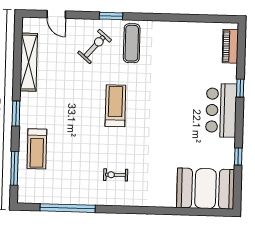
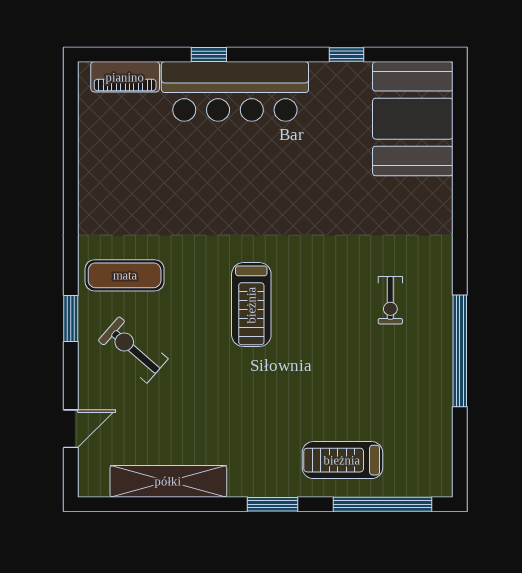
treadmill: (115, 106) -> (251, 305), turned -90
bar counter: (221, 110) -> (235, 91), width x1.36
treadmill: (37, 149) -> (342, 460), turned 180
window: (14, 168) -> (383, 504), width x1.46
window: (68, 208) -> (460, 351), moved

